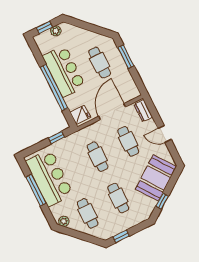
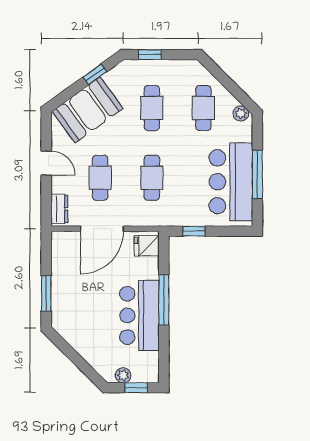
cafe table: (100, 63) -> (86, 303), removed
window: (54, 88) -> (164, 300), width x0.68
window: (121, 236) -> (150, 55), moved

